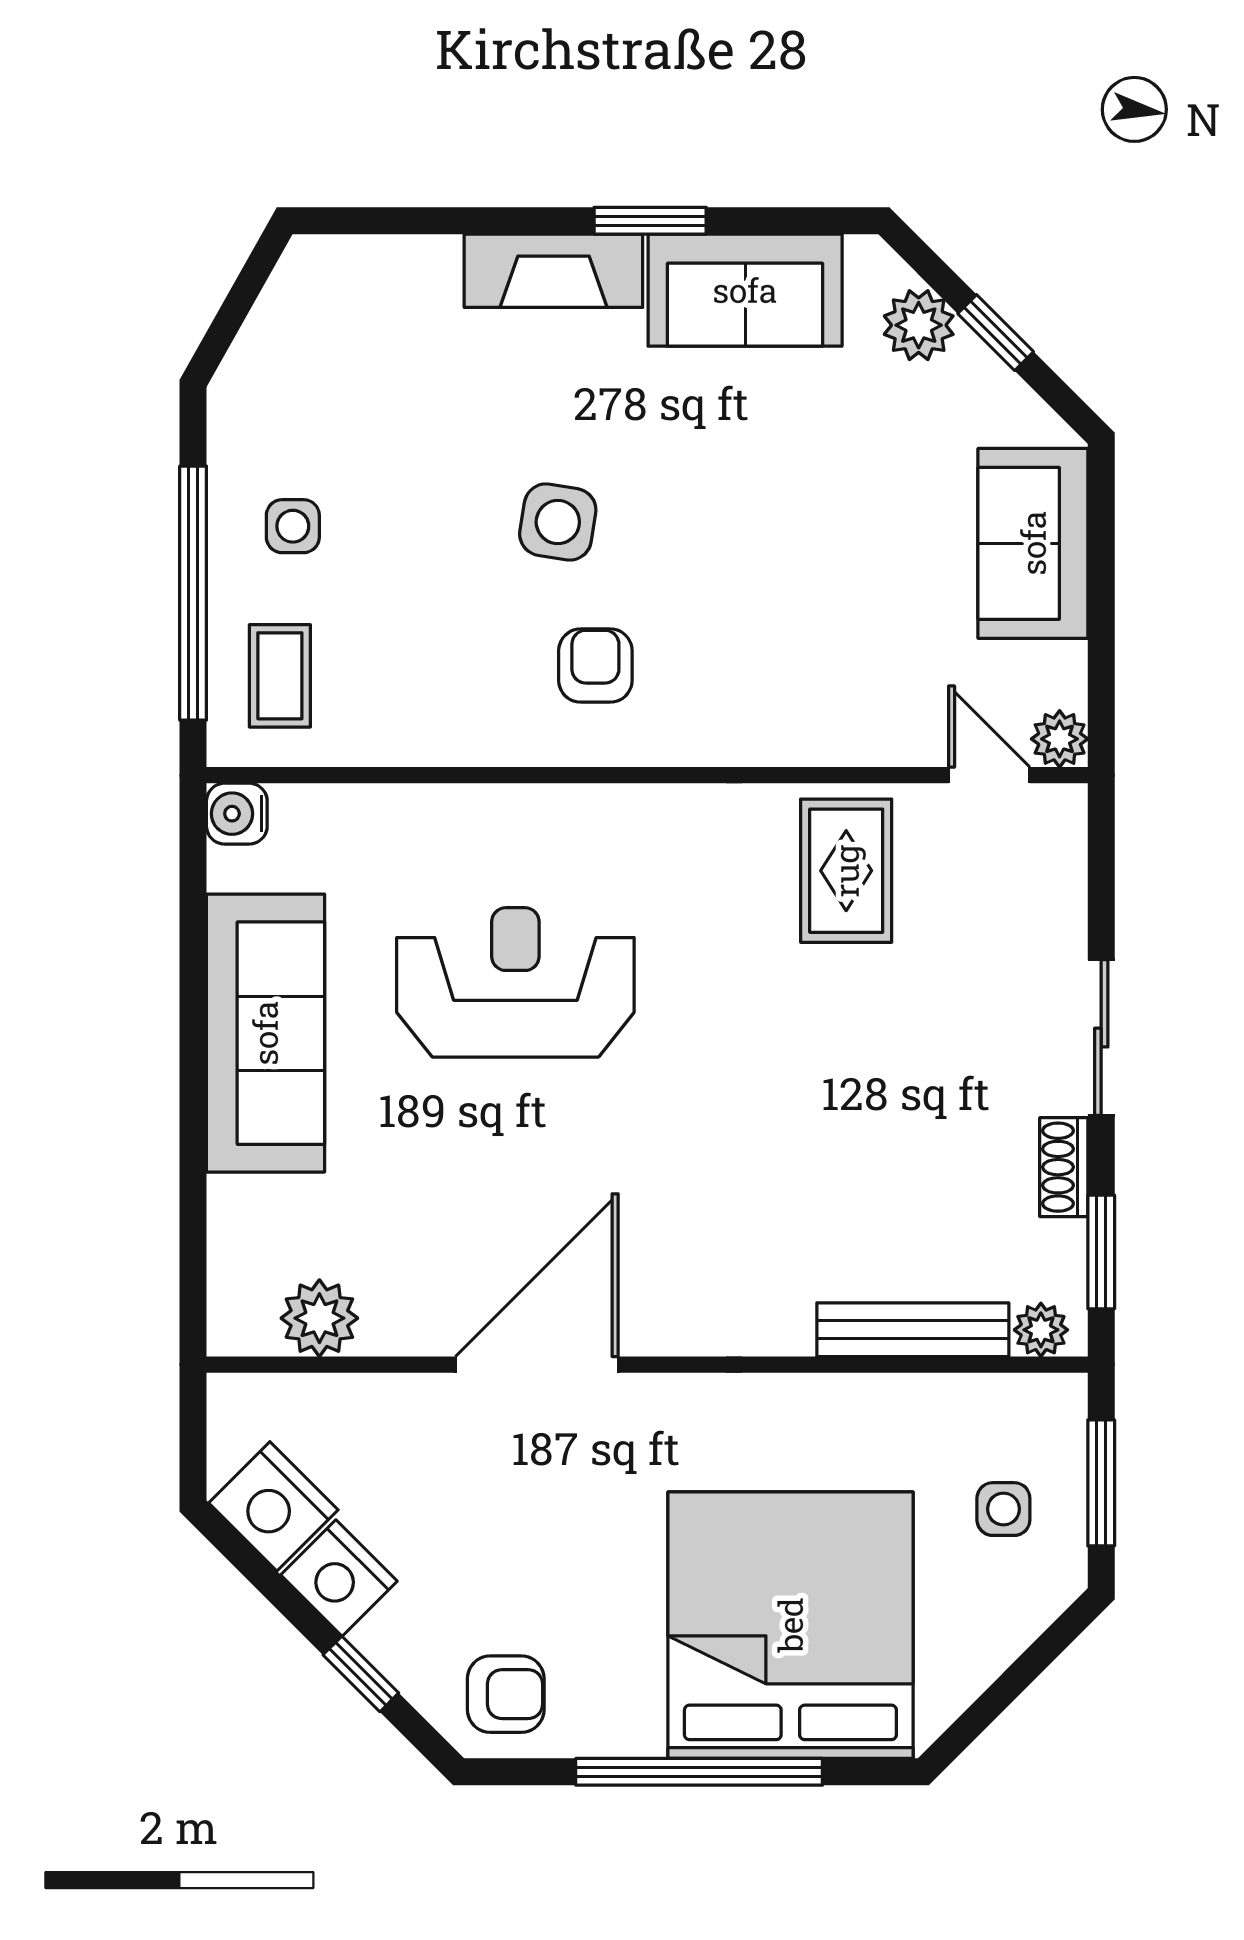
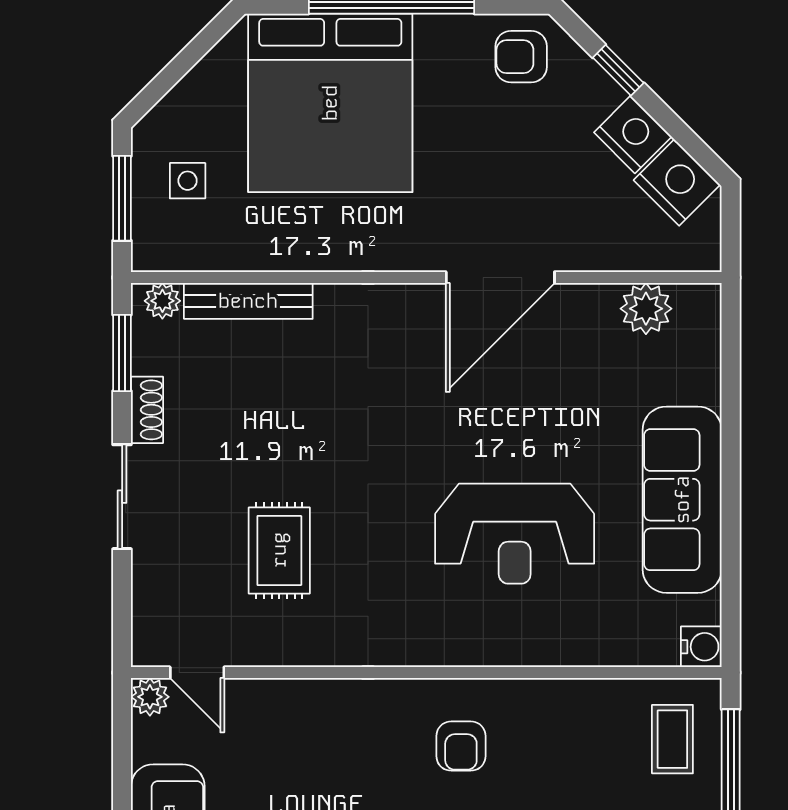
rug: (846, 871) -> (279, 550), moved

